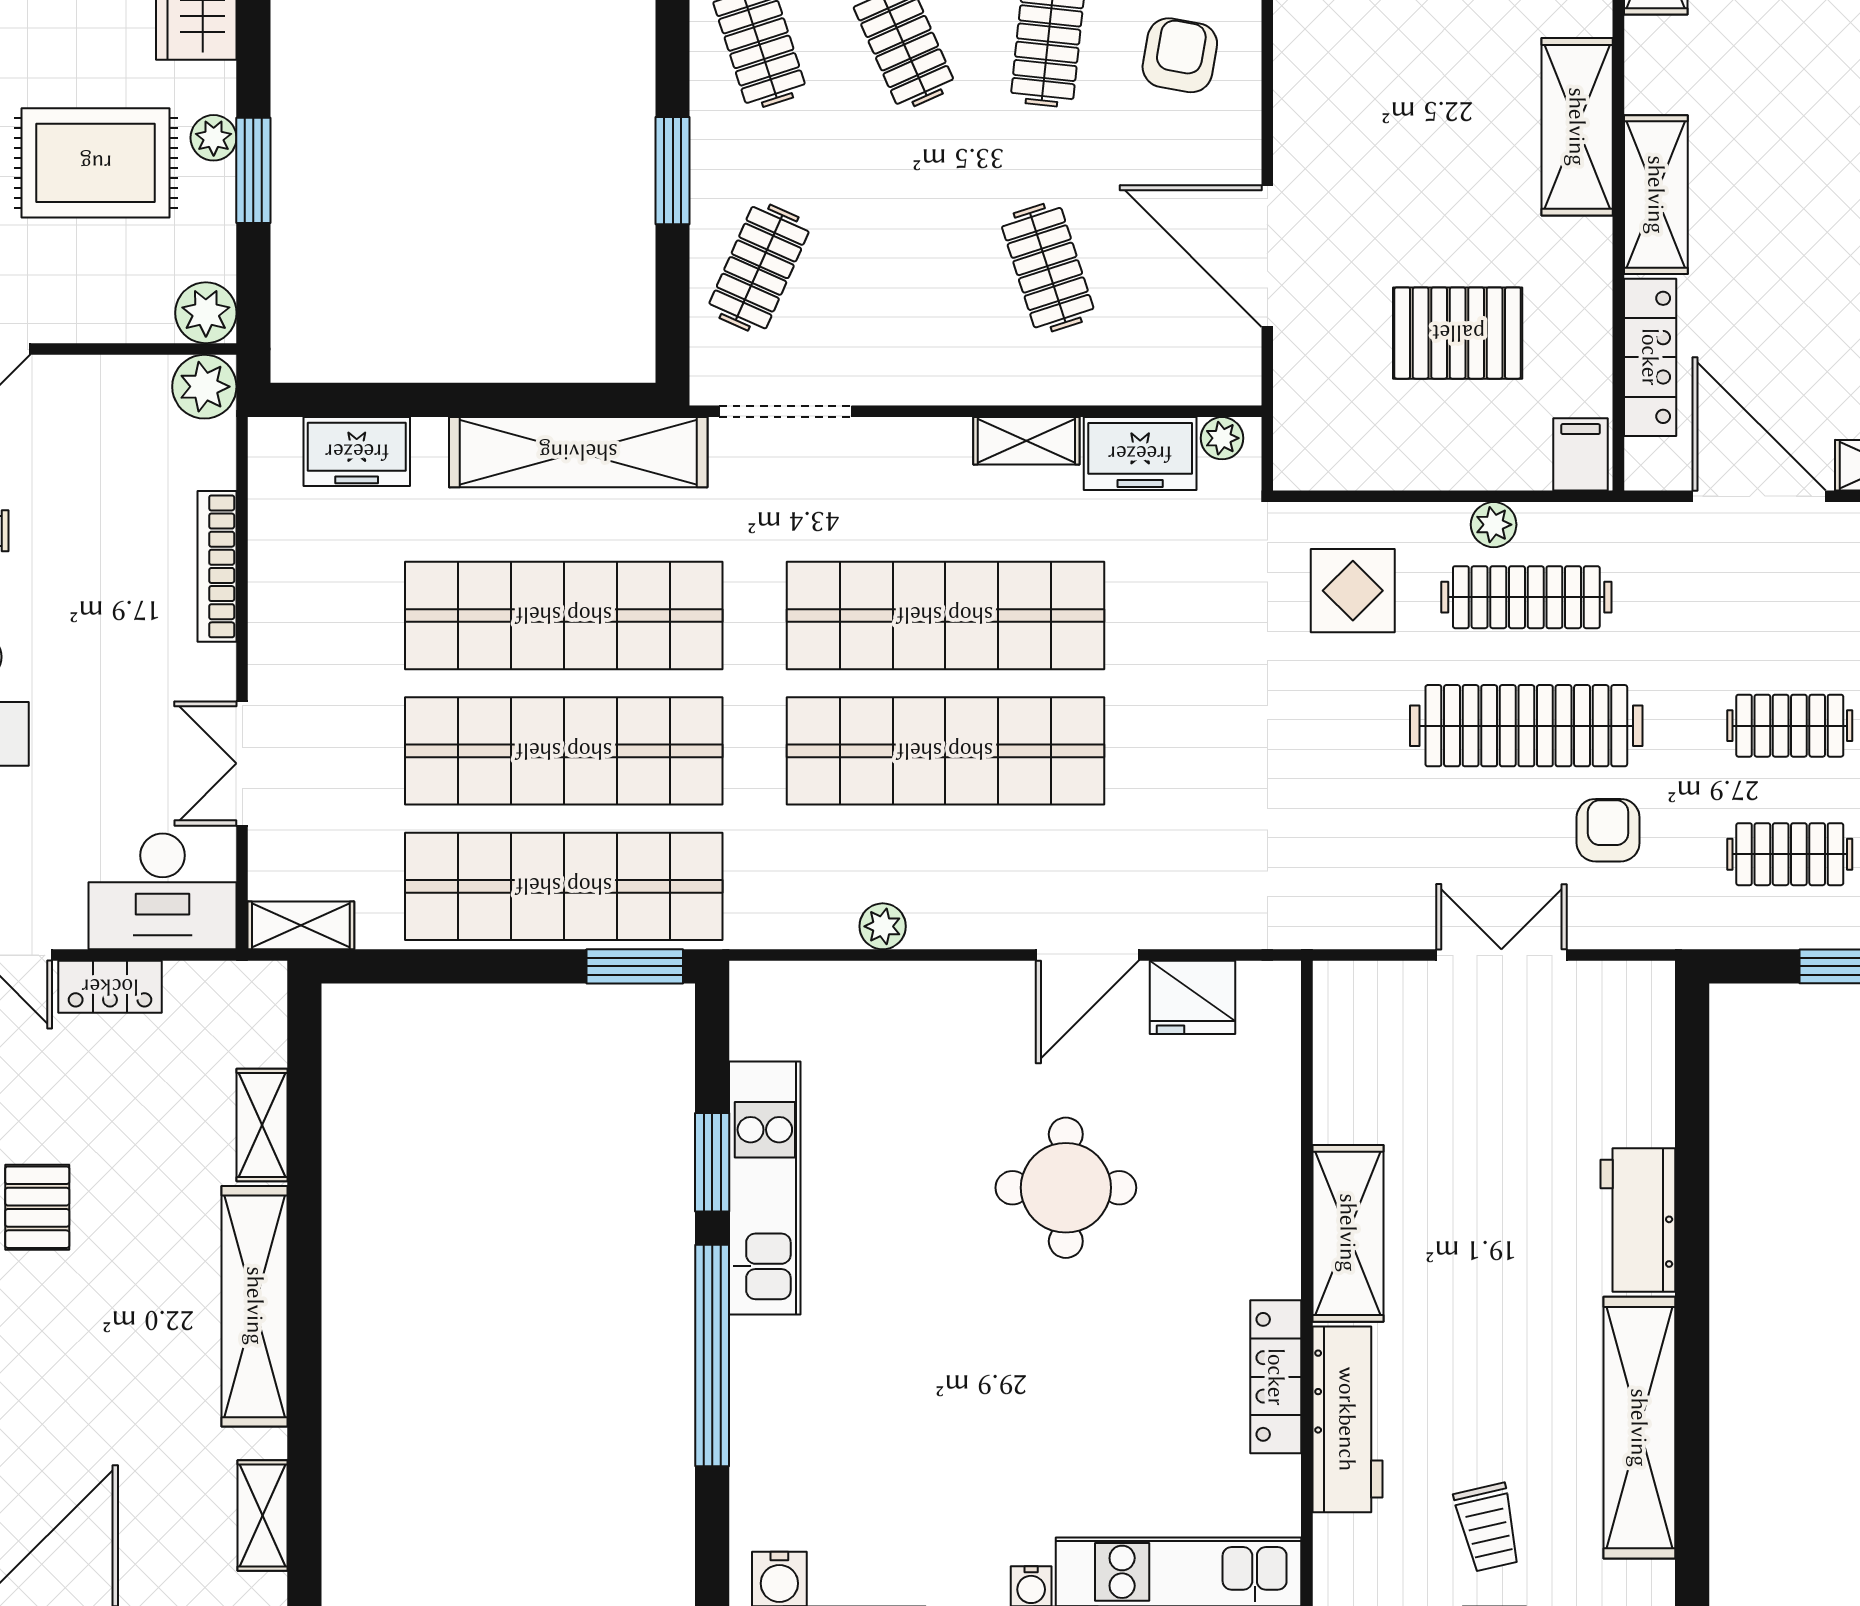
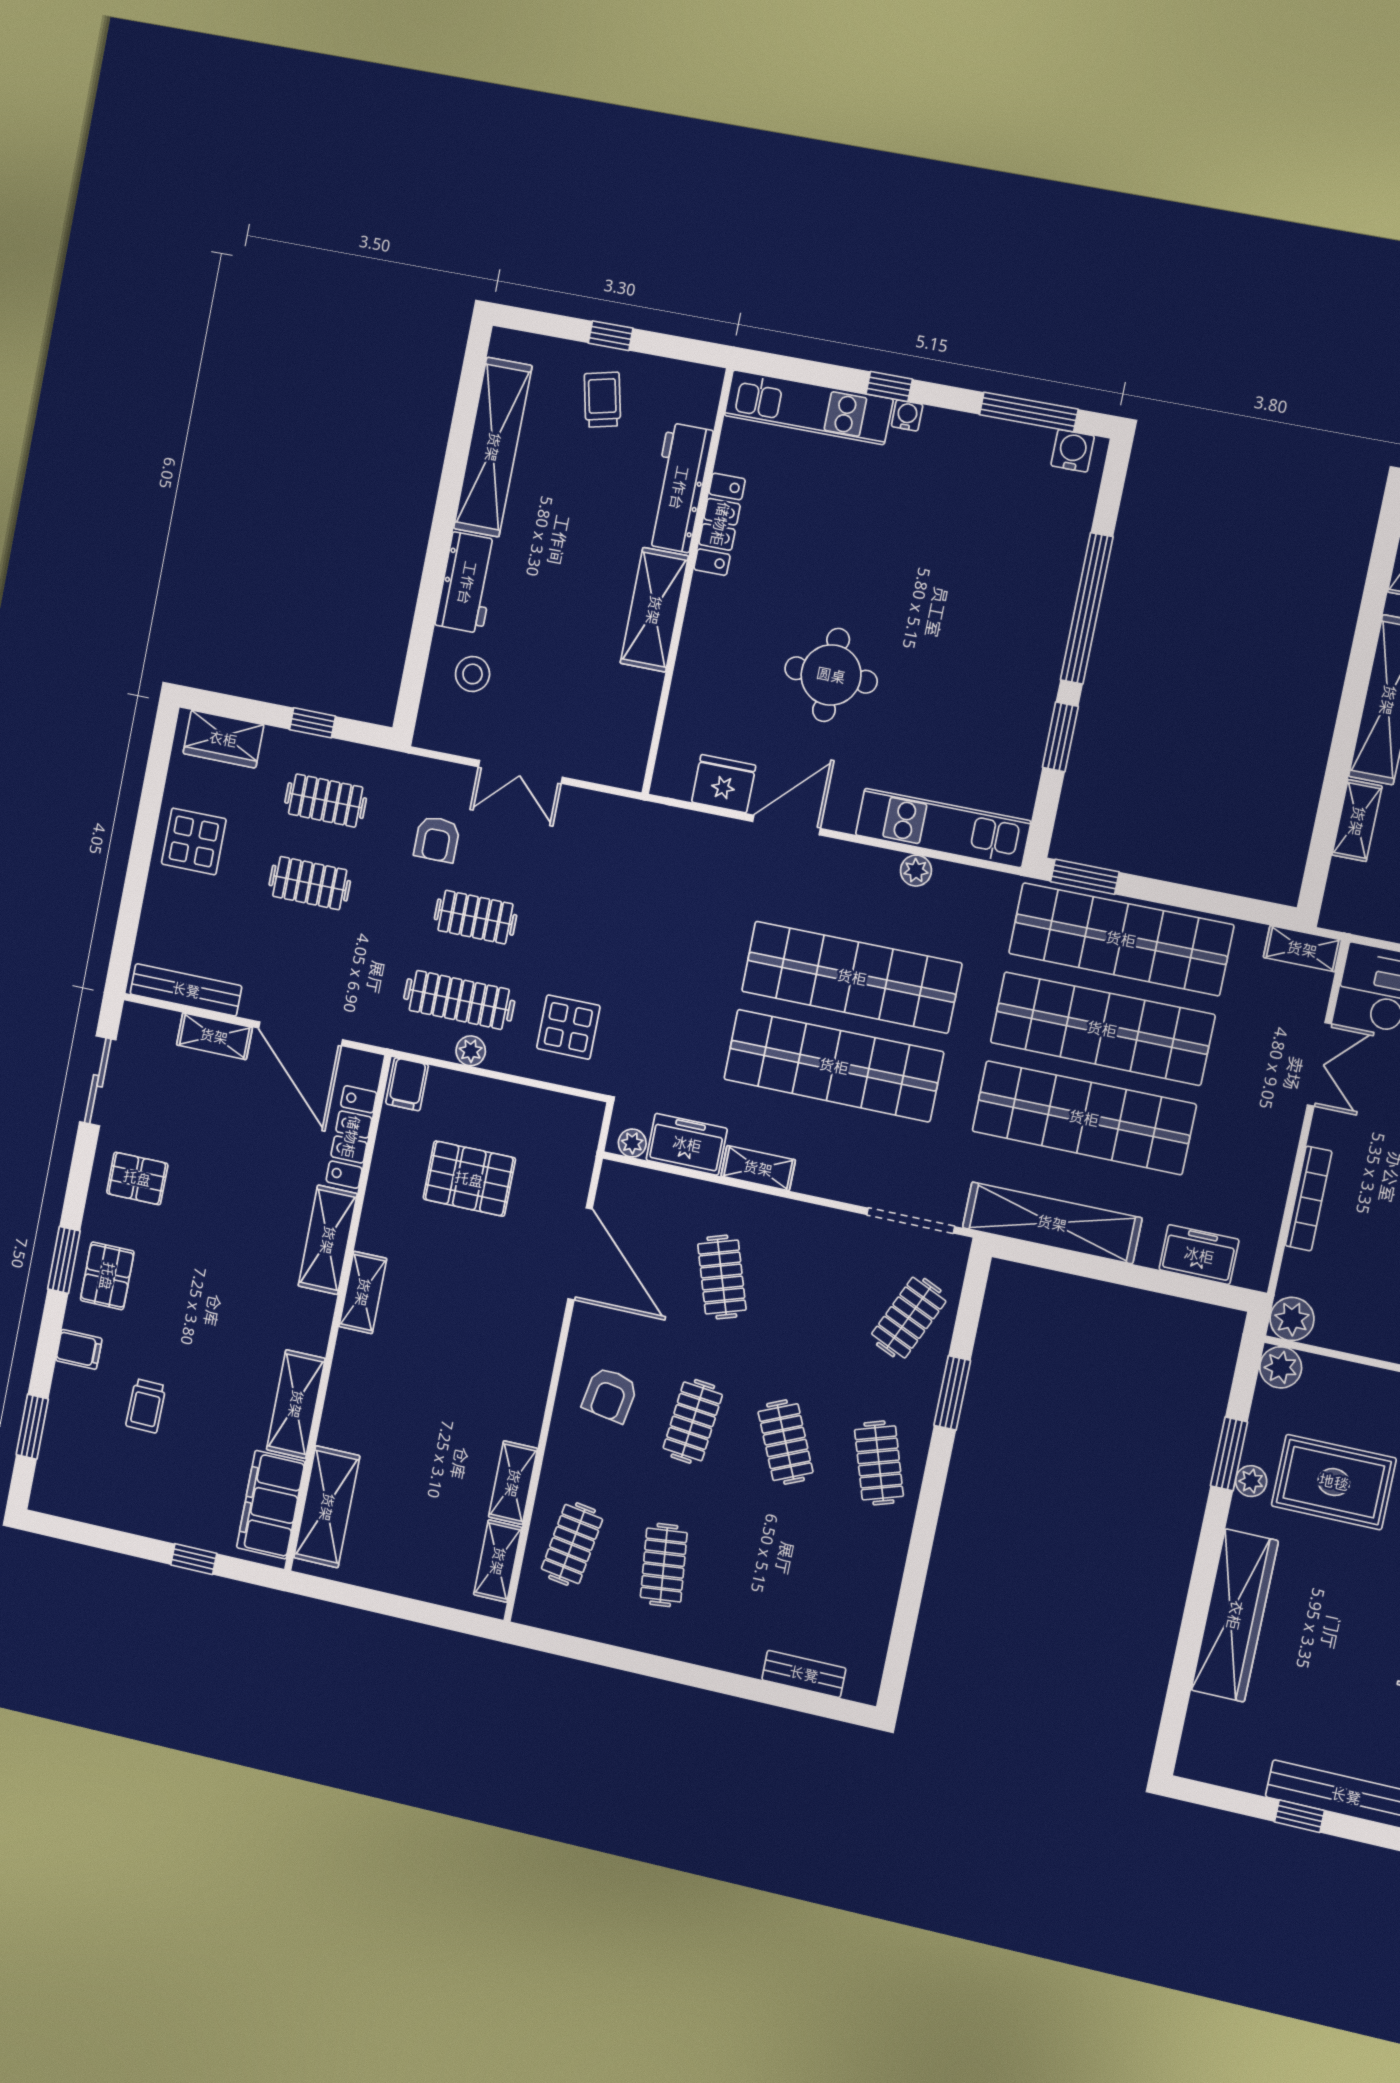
shelving: (1577, 127) -> (363, 1292), width x0.67, depth x0.75
clothes rail: (1526, 726) -> (475, 917), width x0.54, depth x0.76
stool: (1603, 1086) -> (473, 674), added
kitchen unit: (765, 1188) -> (943, 828), moved, turned 90

